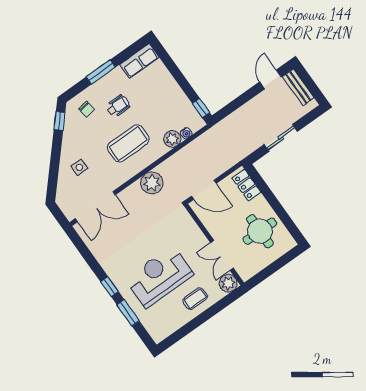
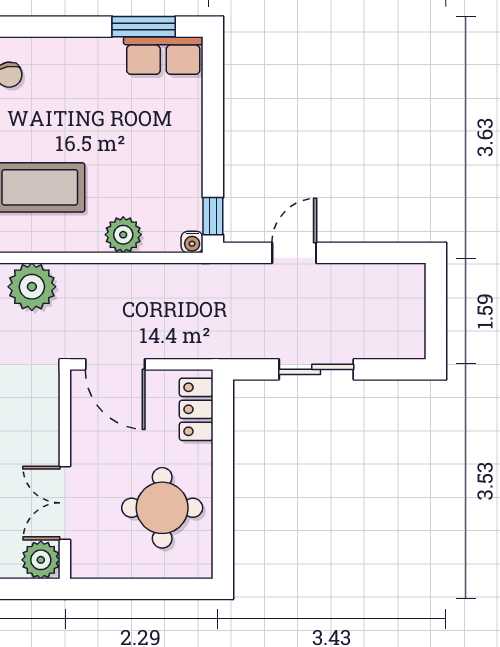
window: (101, 72) -> (144, 27), moved
door: (270, 79) -> (294, 253), moved
bench: (298, 87) -> (411, 302), removed
wheelchair: (118, 106) -> (69, 108), removed
water cooler: (186, 133) -> (192, 242), moved

